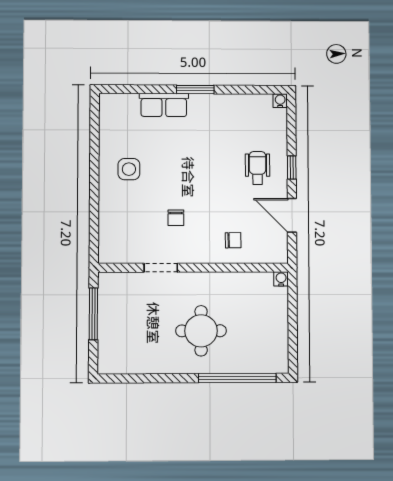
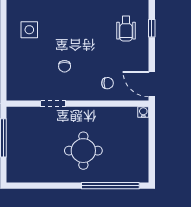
wheelchair: (257, 168) -> (126, 29), turned 180
door: (292, 215) -> (152, 84), moved

